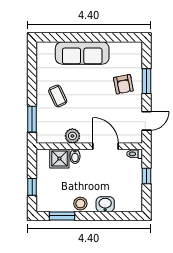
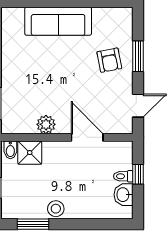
coffee table: (58, 96) -> (28, 75), removed
toilet: (135, 154) -> (123, 176), moved
bidet: (75, 156) -> (10, 150), moved
washbasin: (105, 204) -> (123, 195), moved, turned -90

